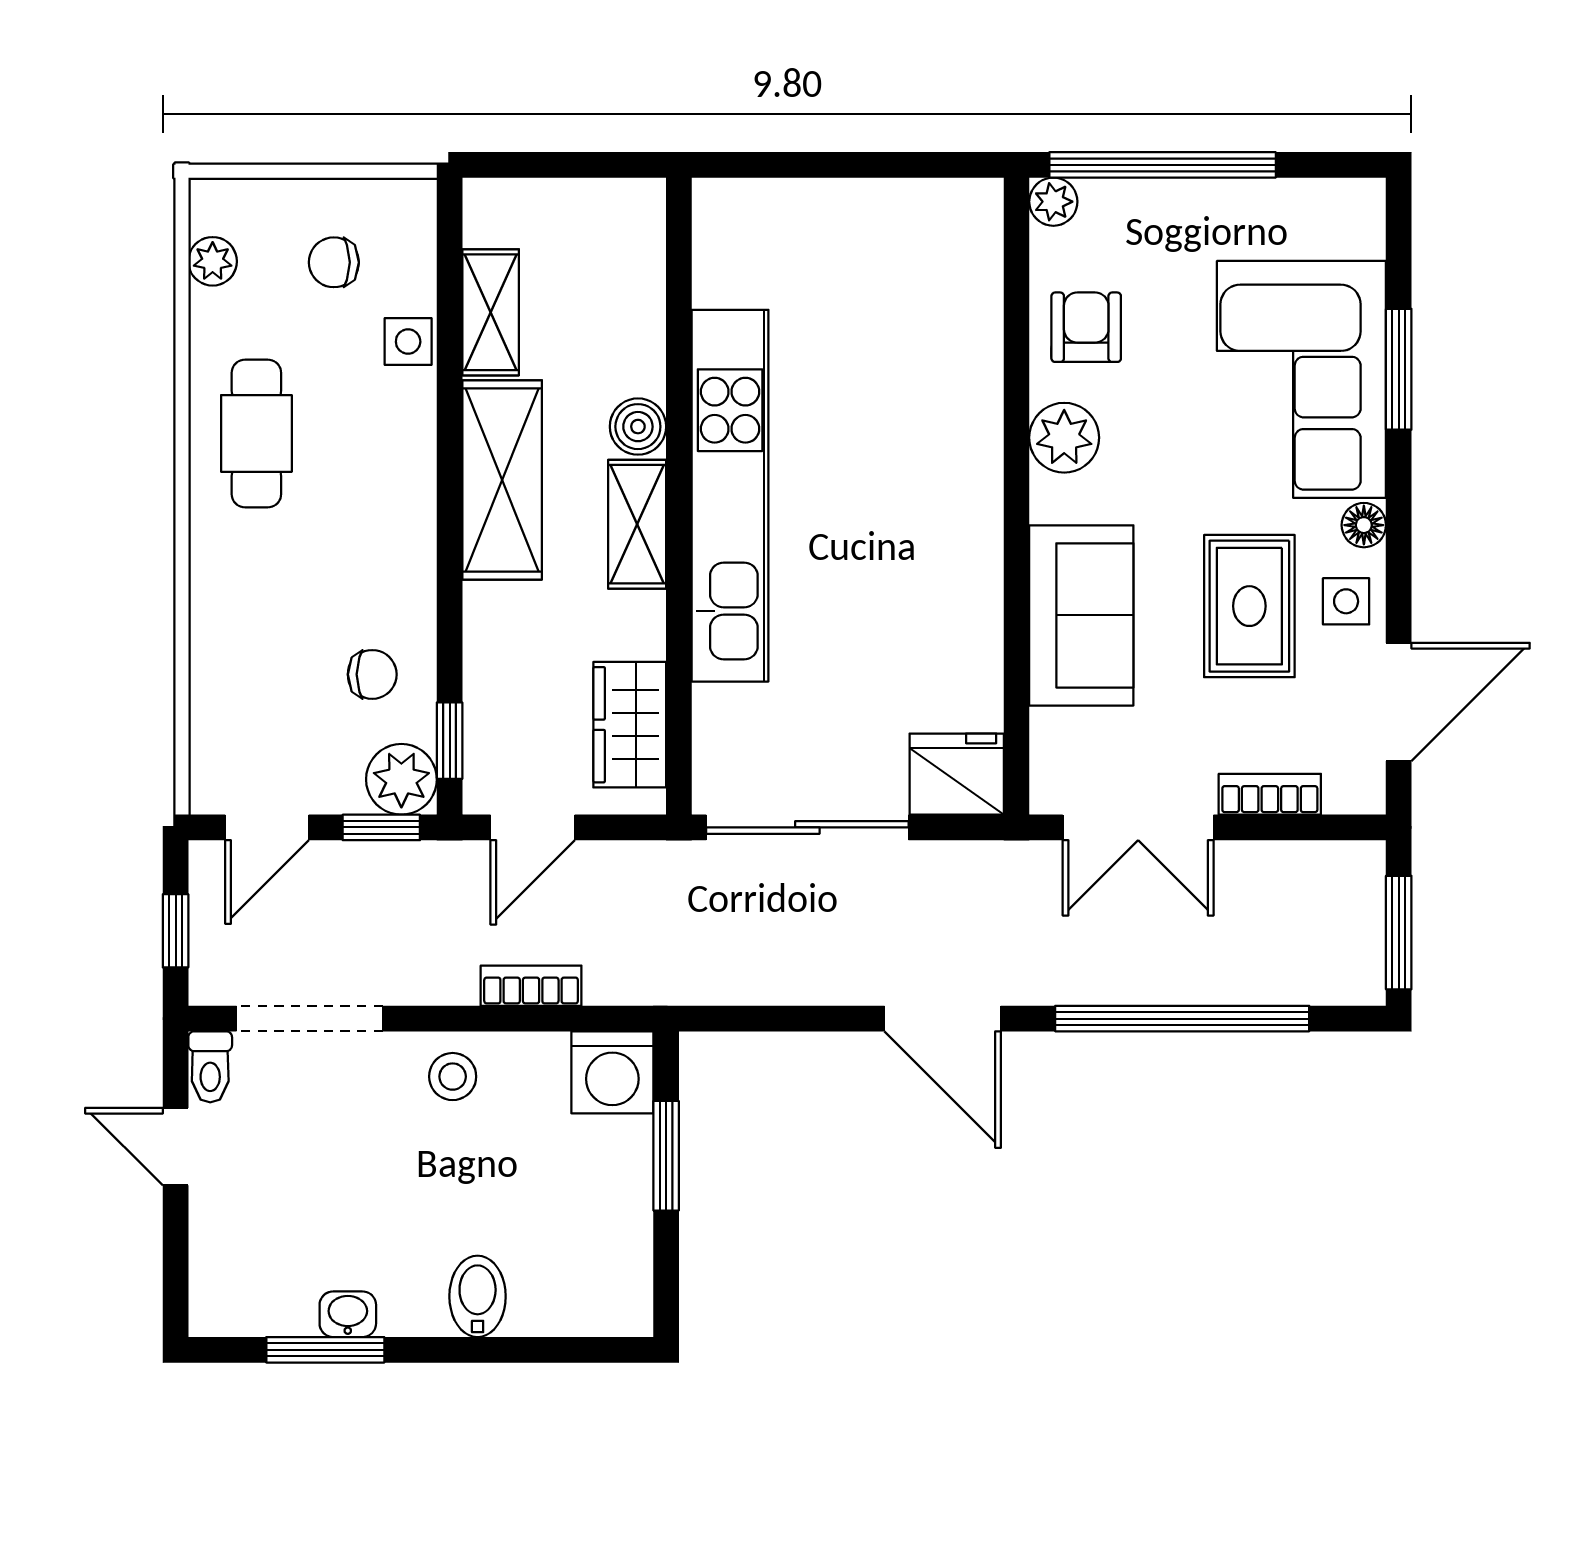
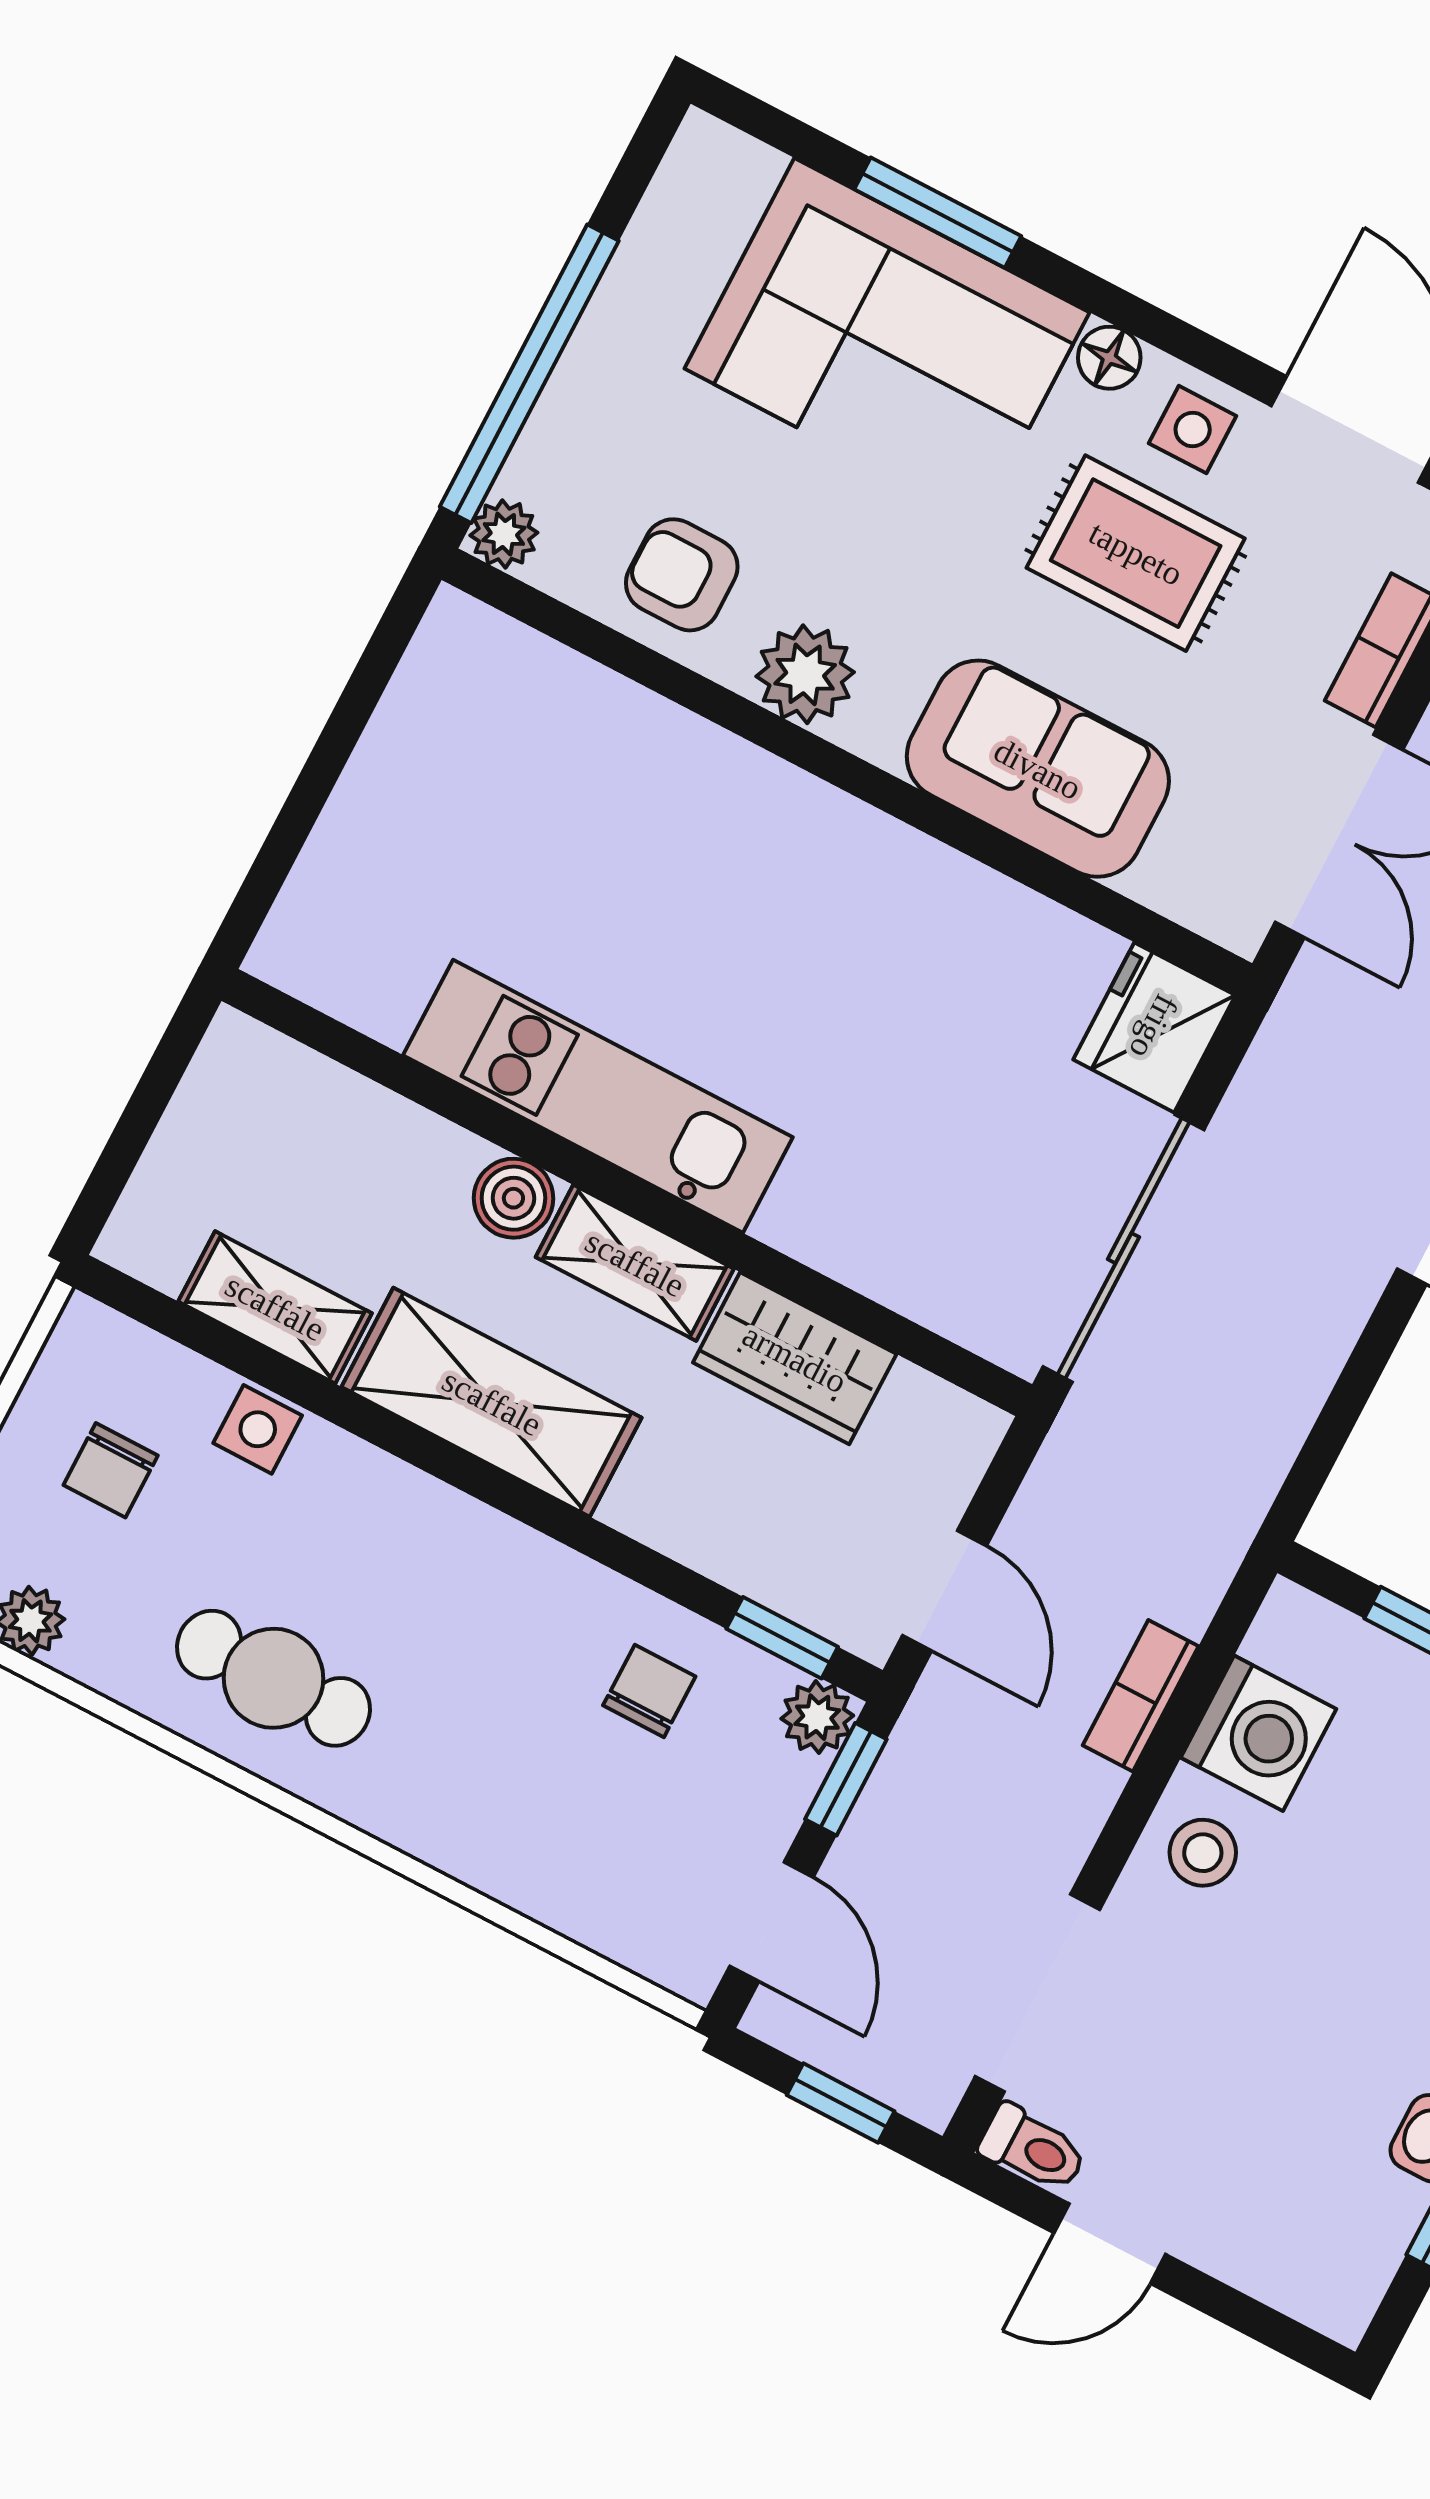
kitchen unit: (730, 496) -> (598, 1096), width x0.73
wardrobe: (630, 725) -> (795, 1358), moved
plant: (401, 779) -> (817, 1717), width x0.73, depth x0.73
washing machine: (612, 1072) -> (1259, 1733), moved

